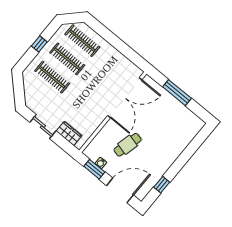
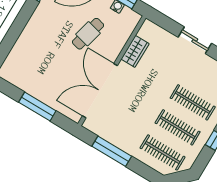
window: (123, 48) -> (112, 151), added
wardrobe: (69, 133) -> (135, 51), moved, turned -90

